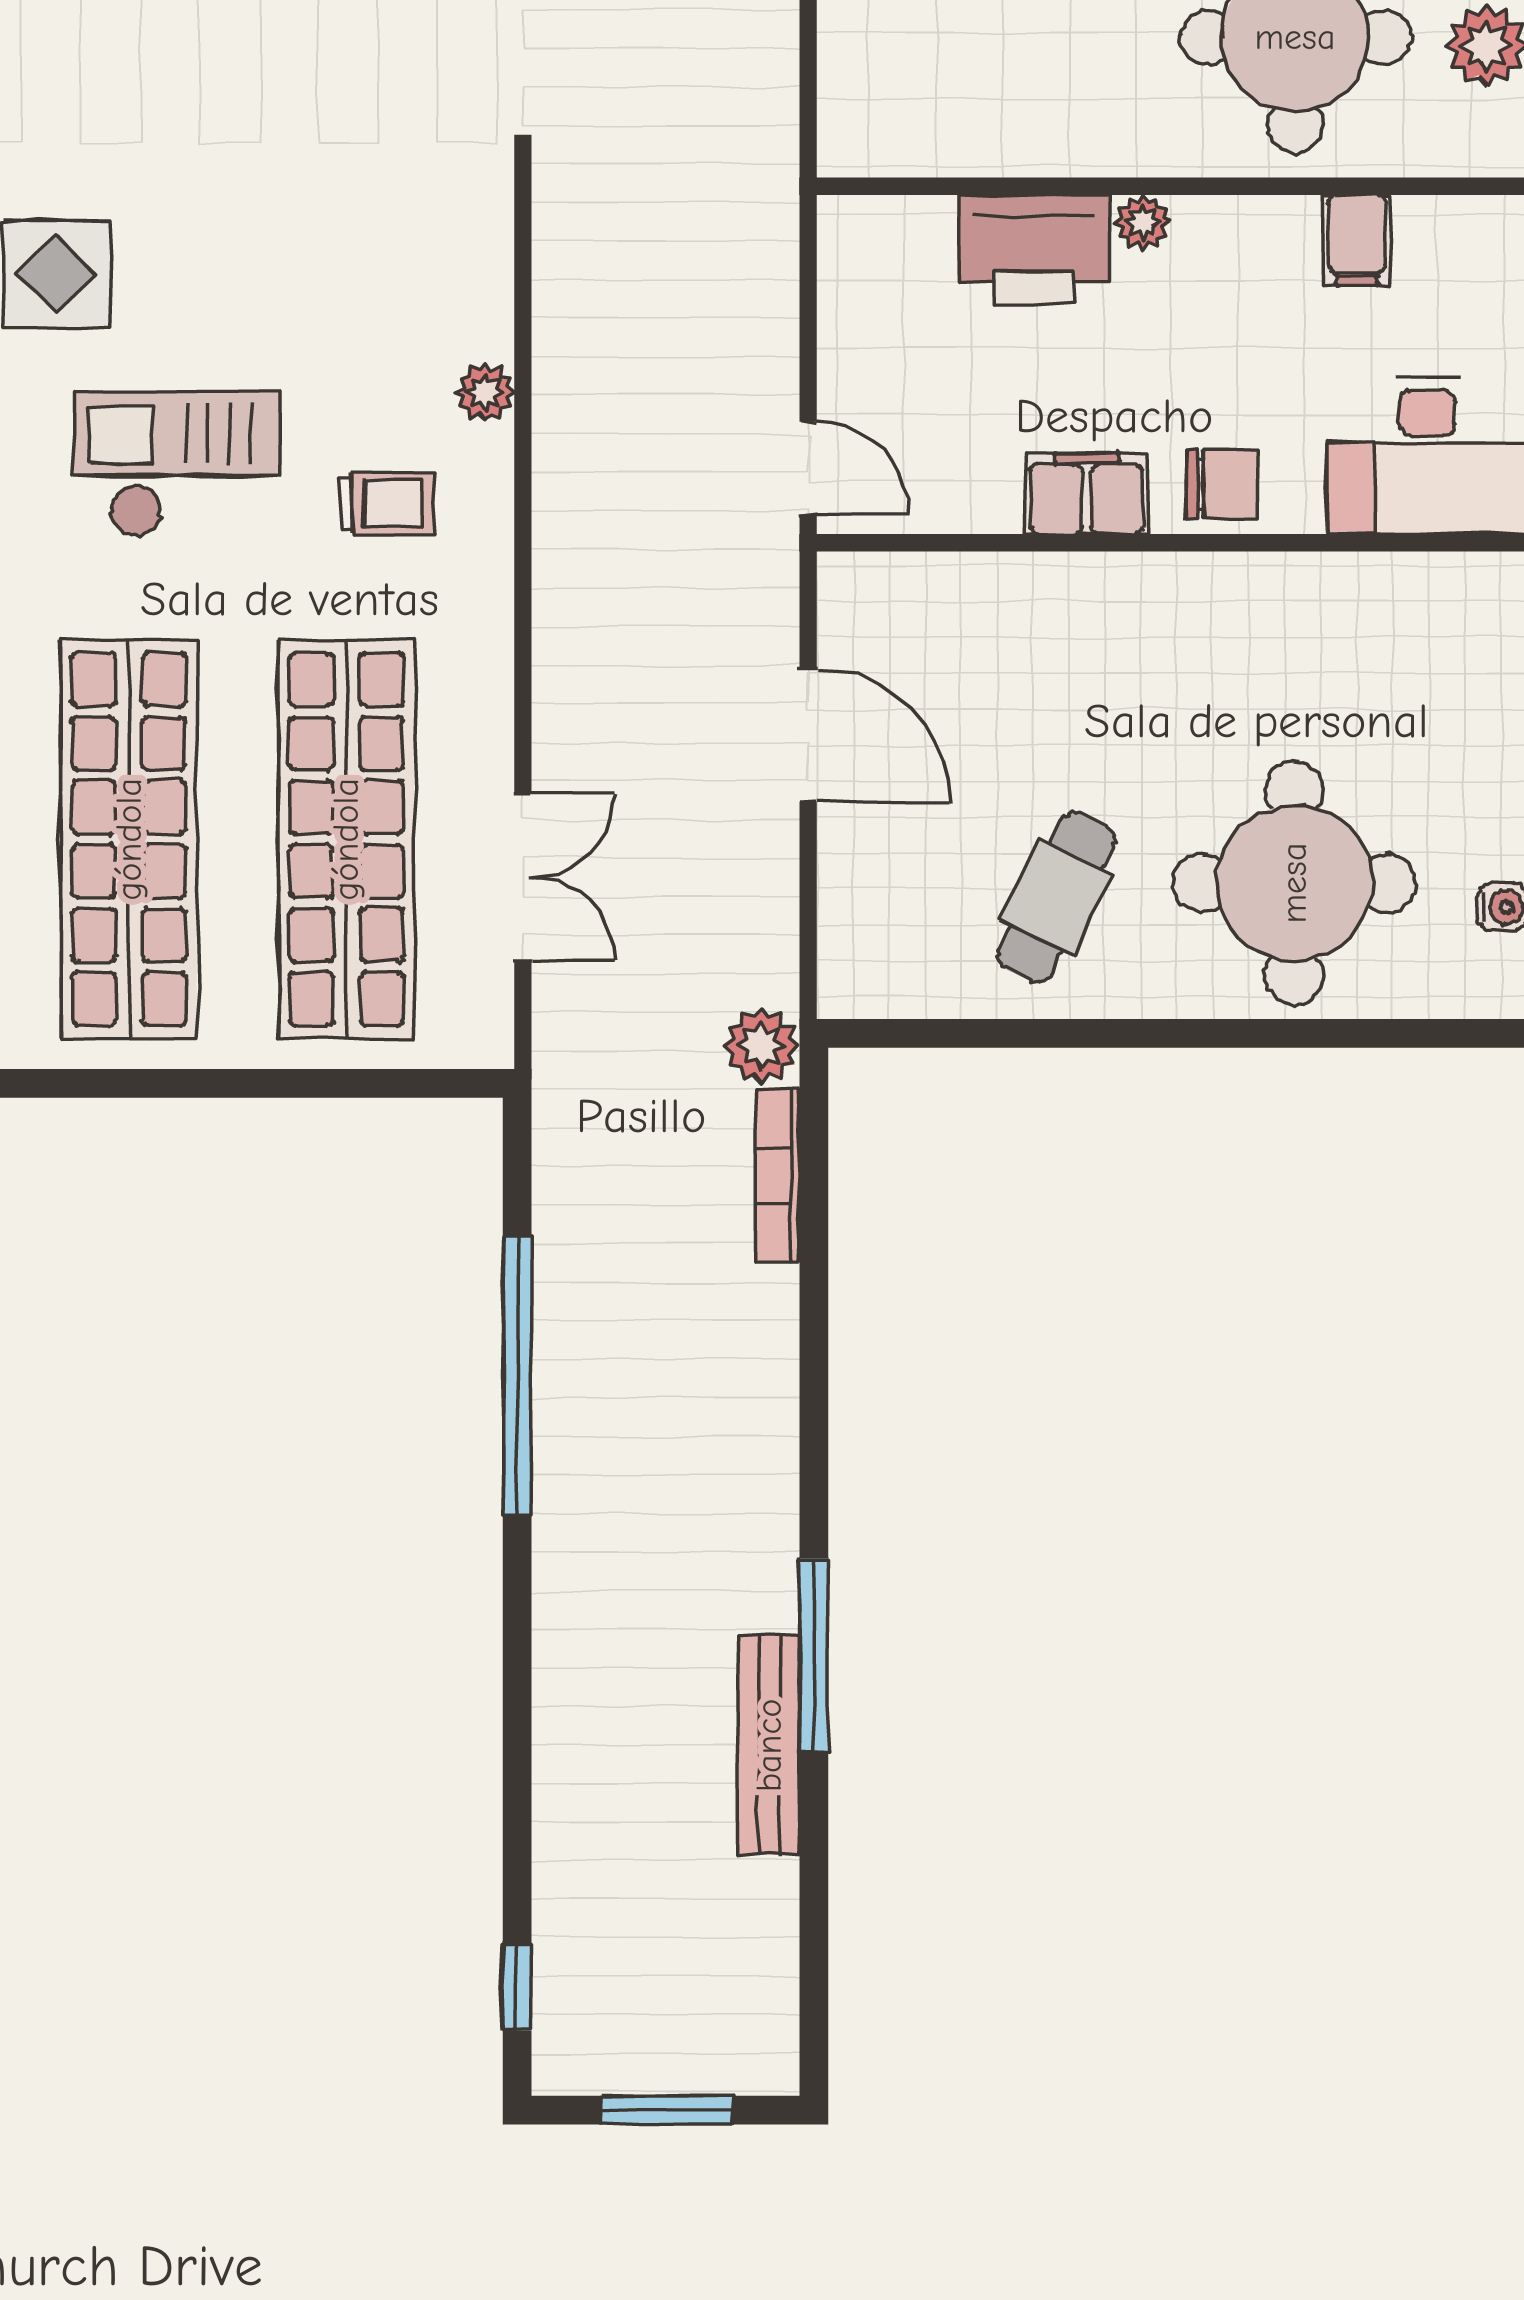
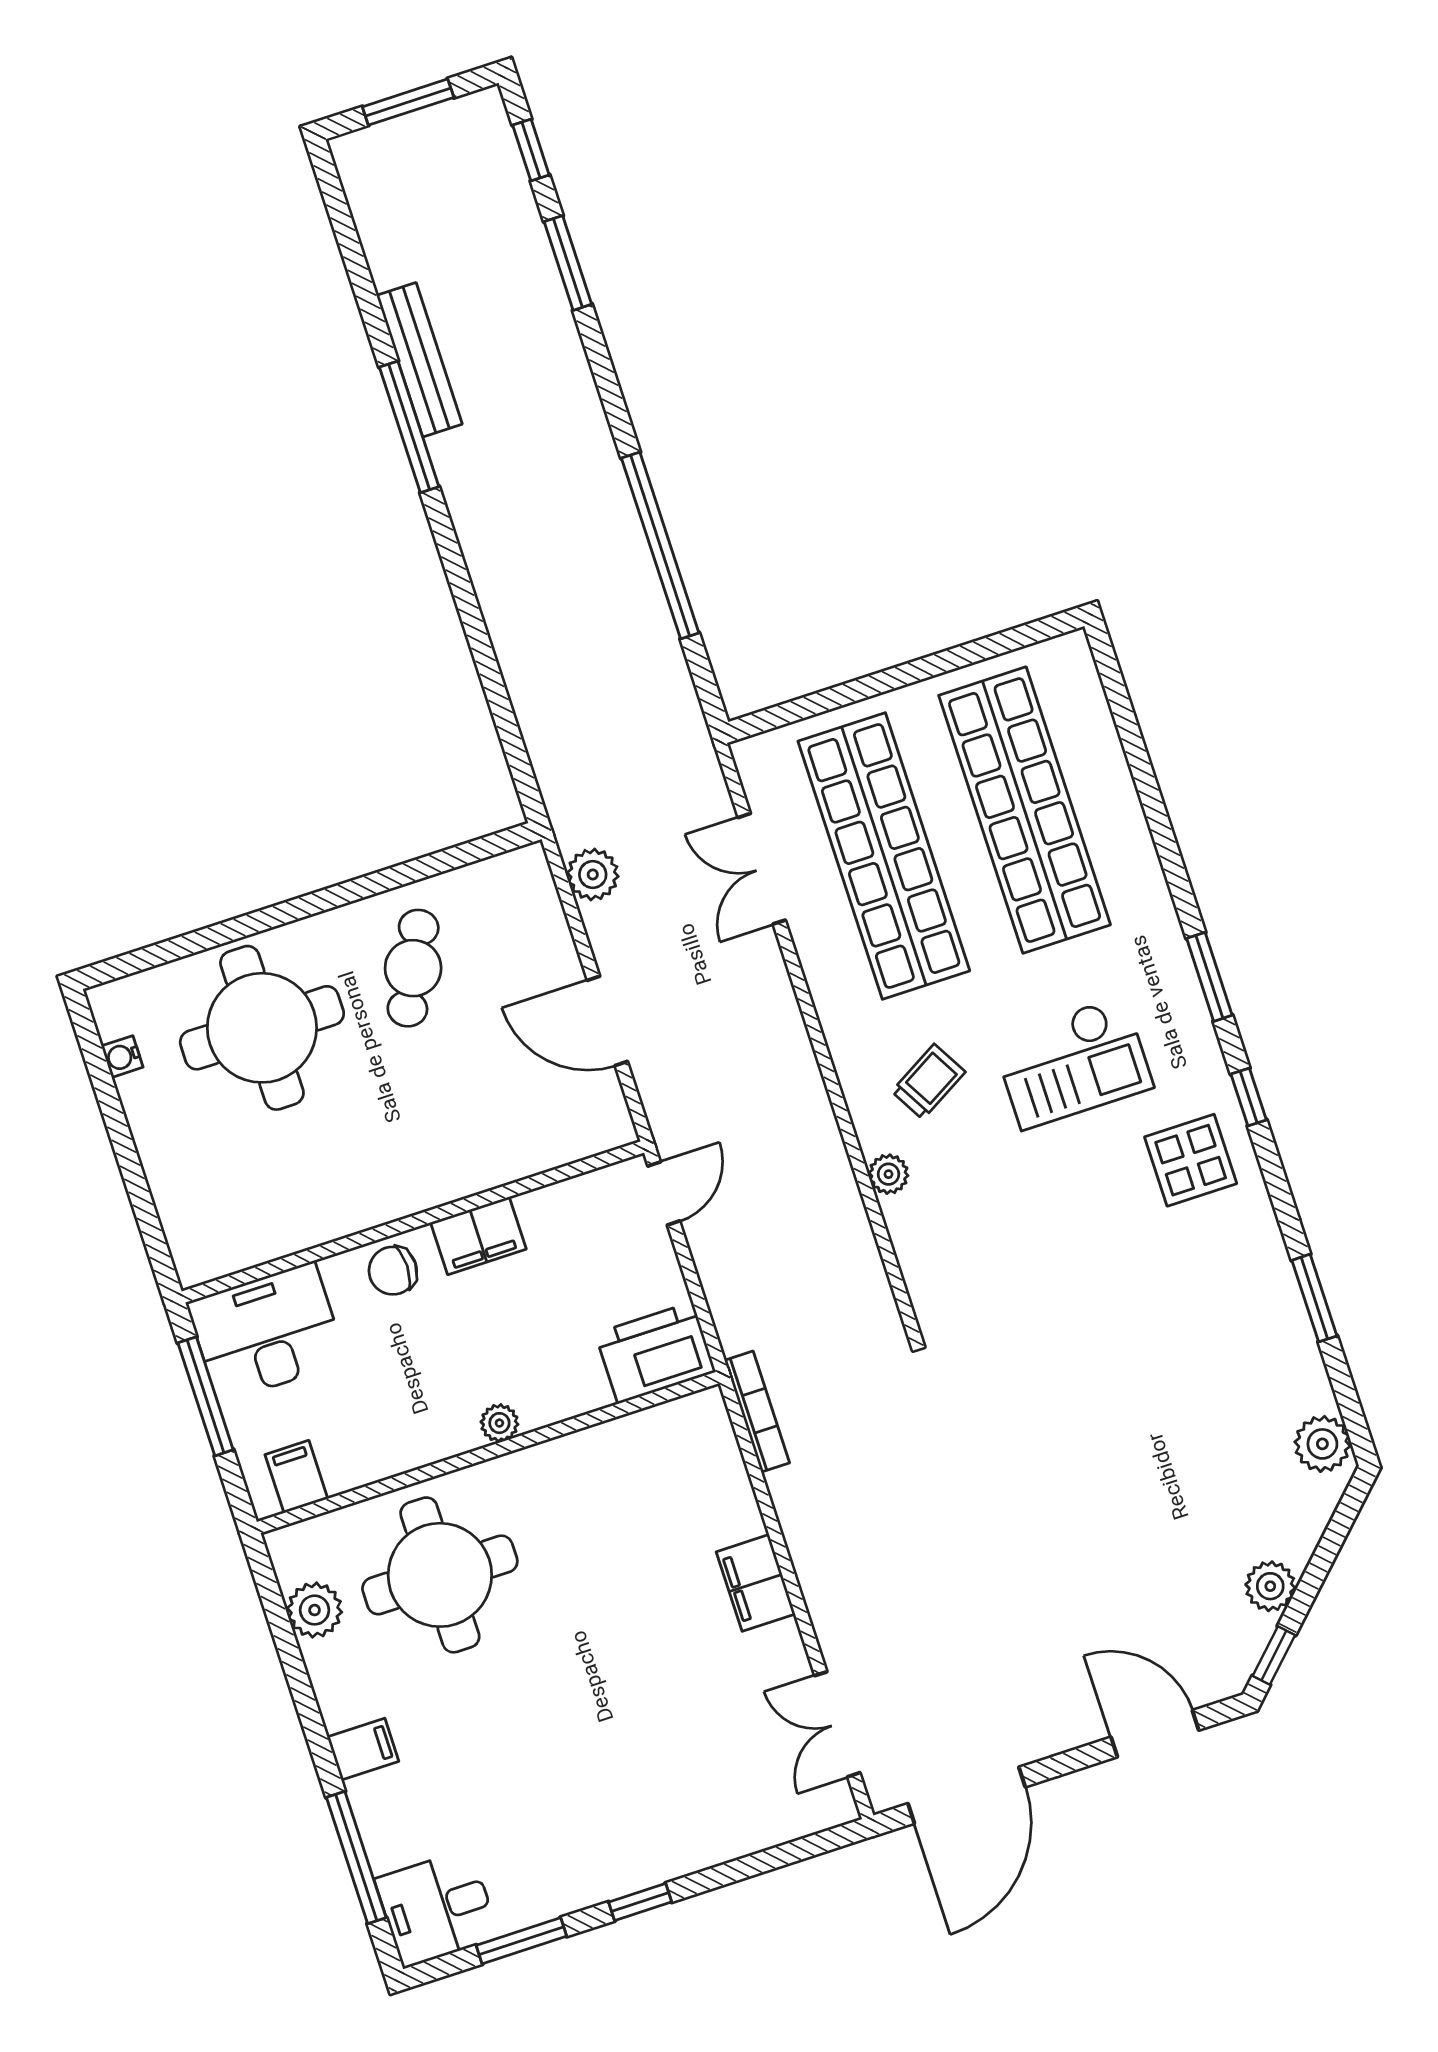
filing cabinet: (1357, 240) -> (296, 1477), moved
printer: (1034, 249) -> (655, 1353), moved
door: (808, 468) -> (664, 1193), swing flipped
trolley: (387, 504) -> (928, 1082), turned 150
plant: (762, 1046) -> (593, 875), moved
bookcase: (777, 1176) -> (757, 1412), moved
window: (517, 1812) -> (568, 263), added

